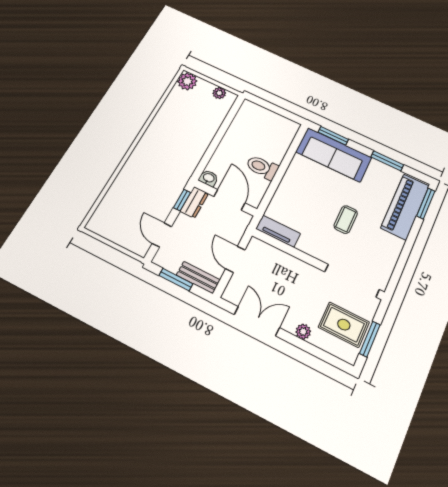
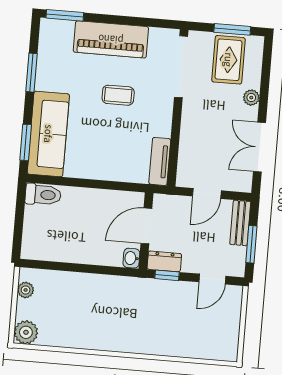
toilet: (262, 167) -> (43, 195), moved, turned -90
piano: (405, 207) -> (111, 39), moved

